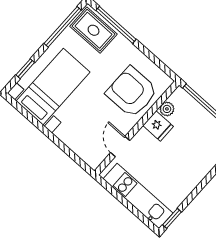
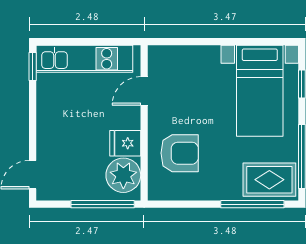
armchair: (132, 92) -> (180, 153), width x0.73, depth x0.73
plant: (167, 109) -> (123, 175), width x1.88, depth x1.88
door: (120, 147) -> (144, 91), swing flipped

